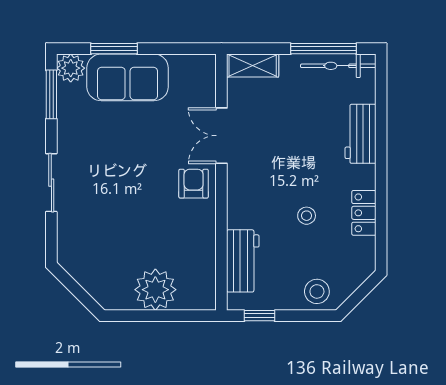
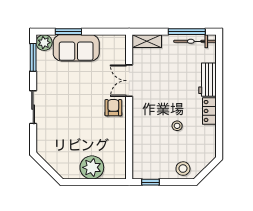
locker: (364, 213) -> (209, 111), moved
workbench: (243, 261) -> (141, 151), removed

